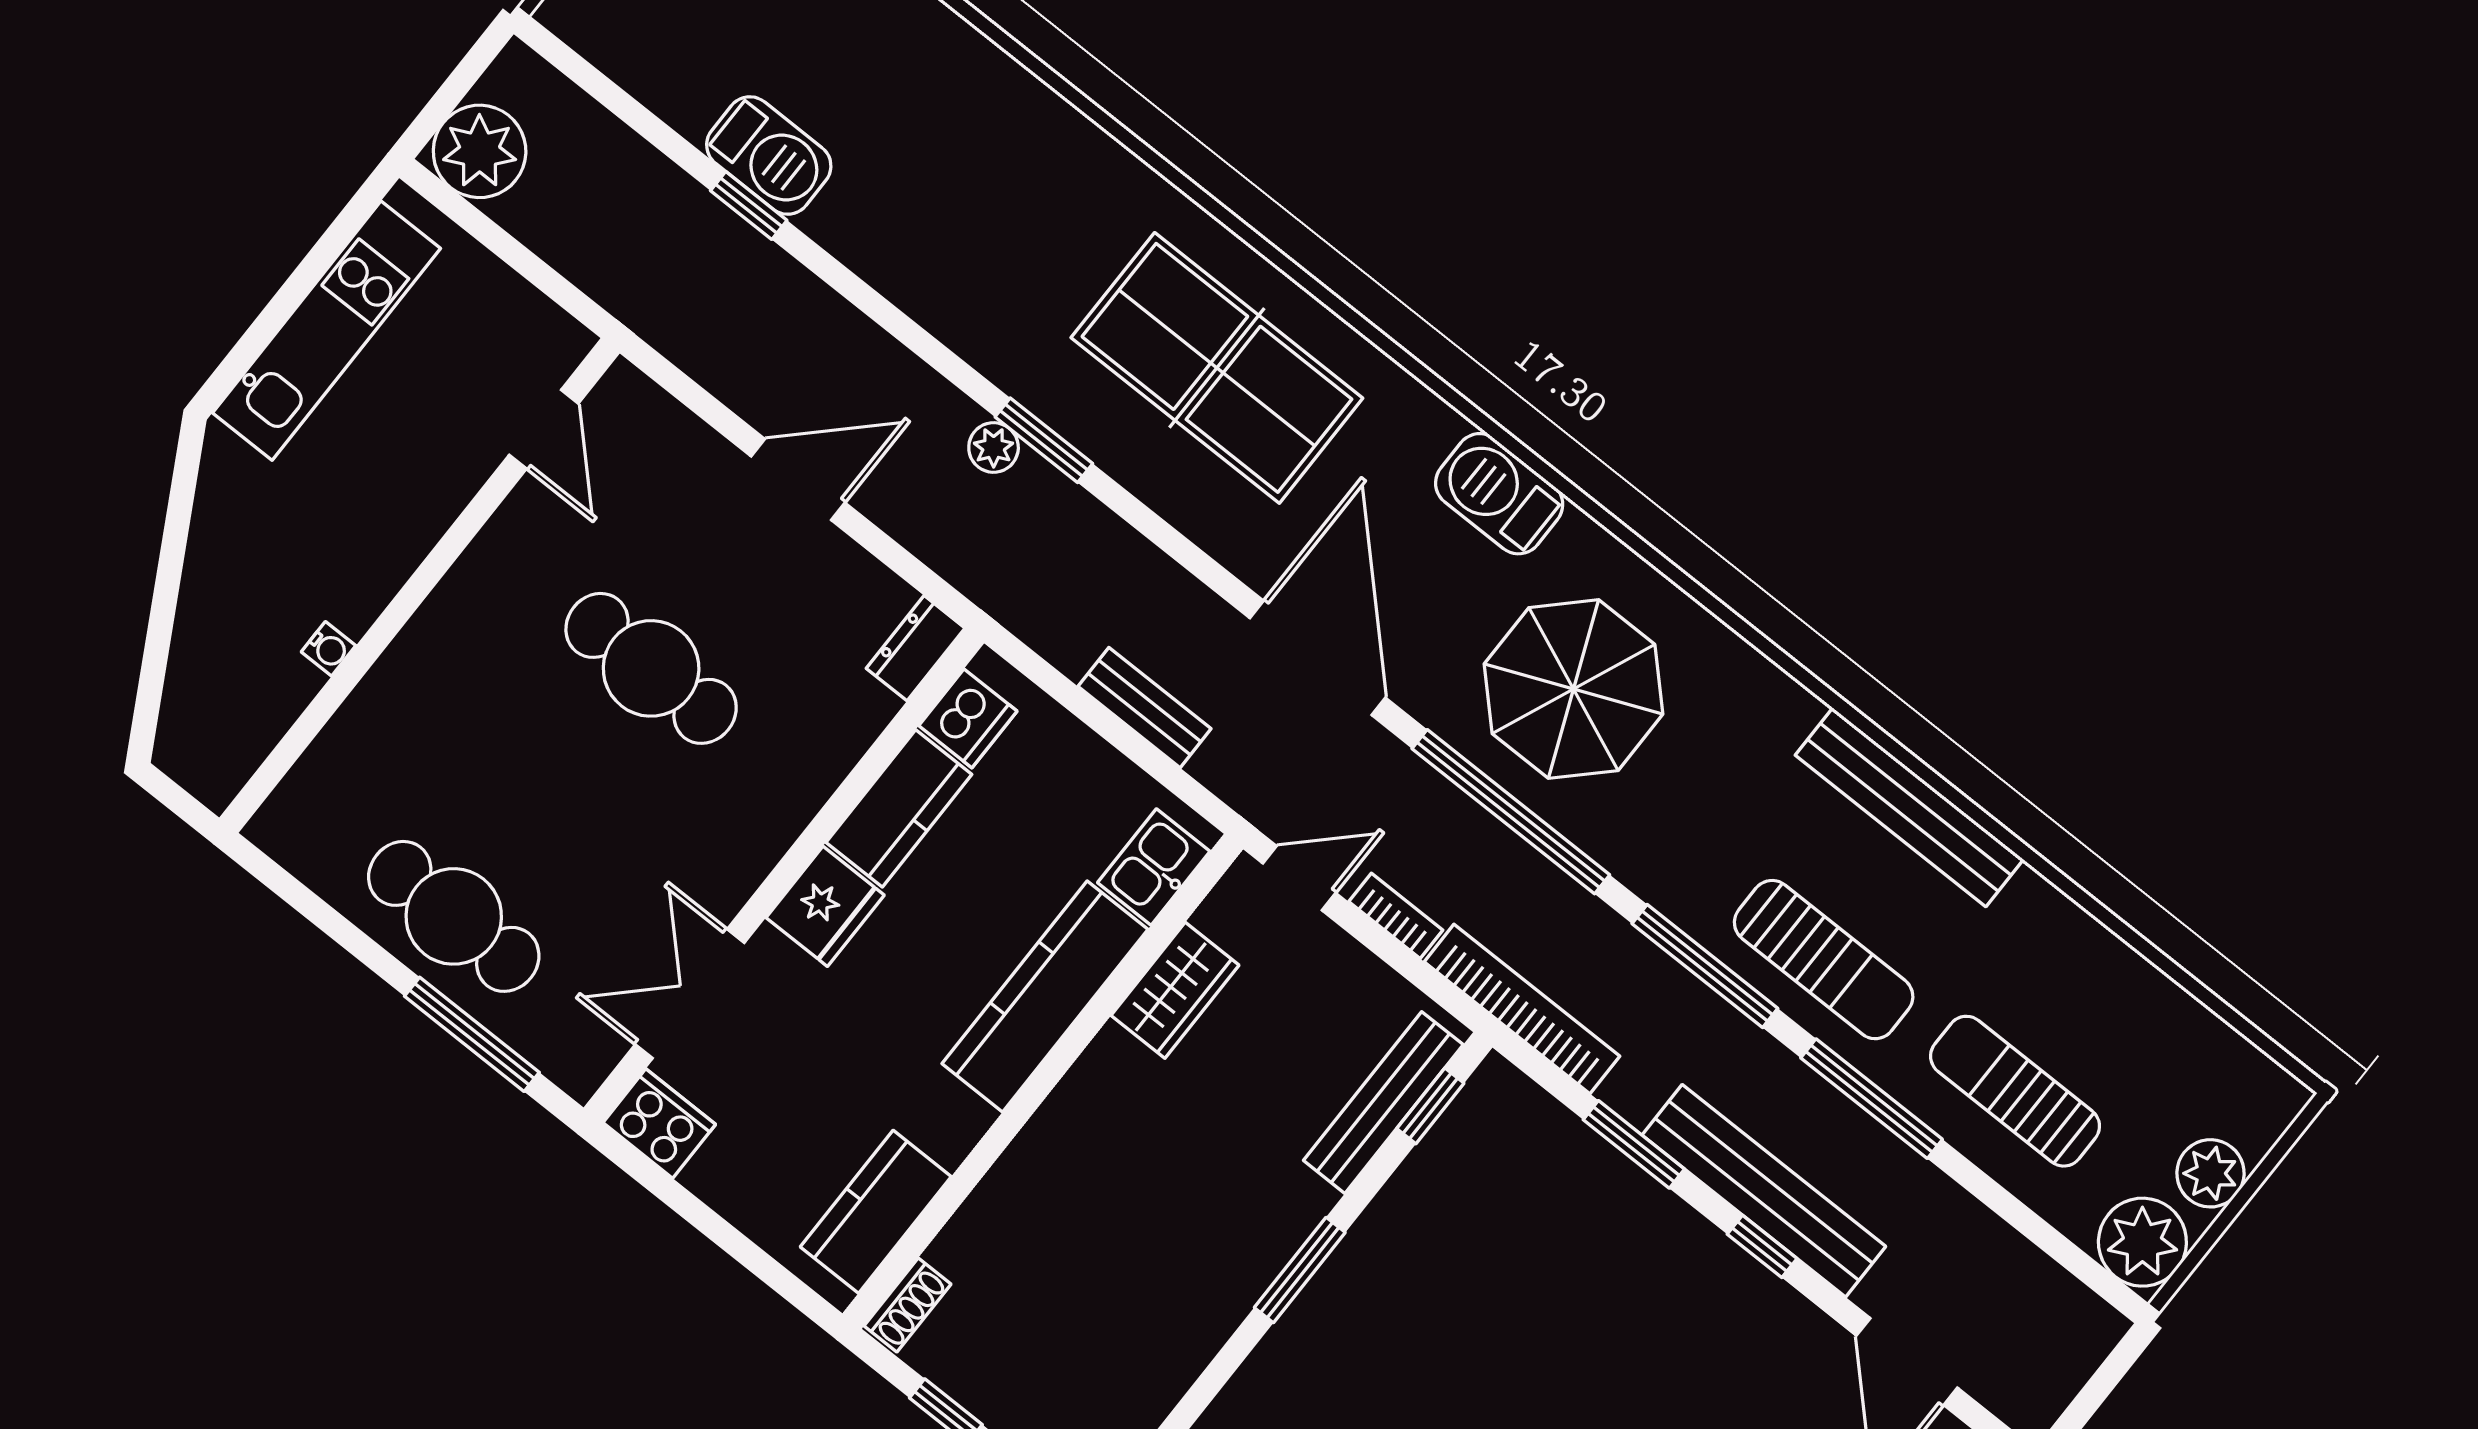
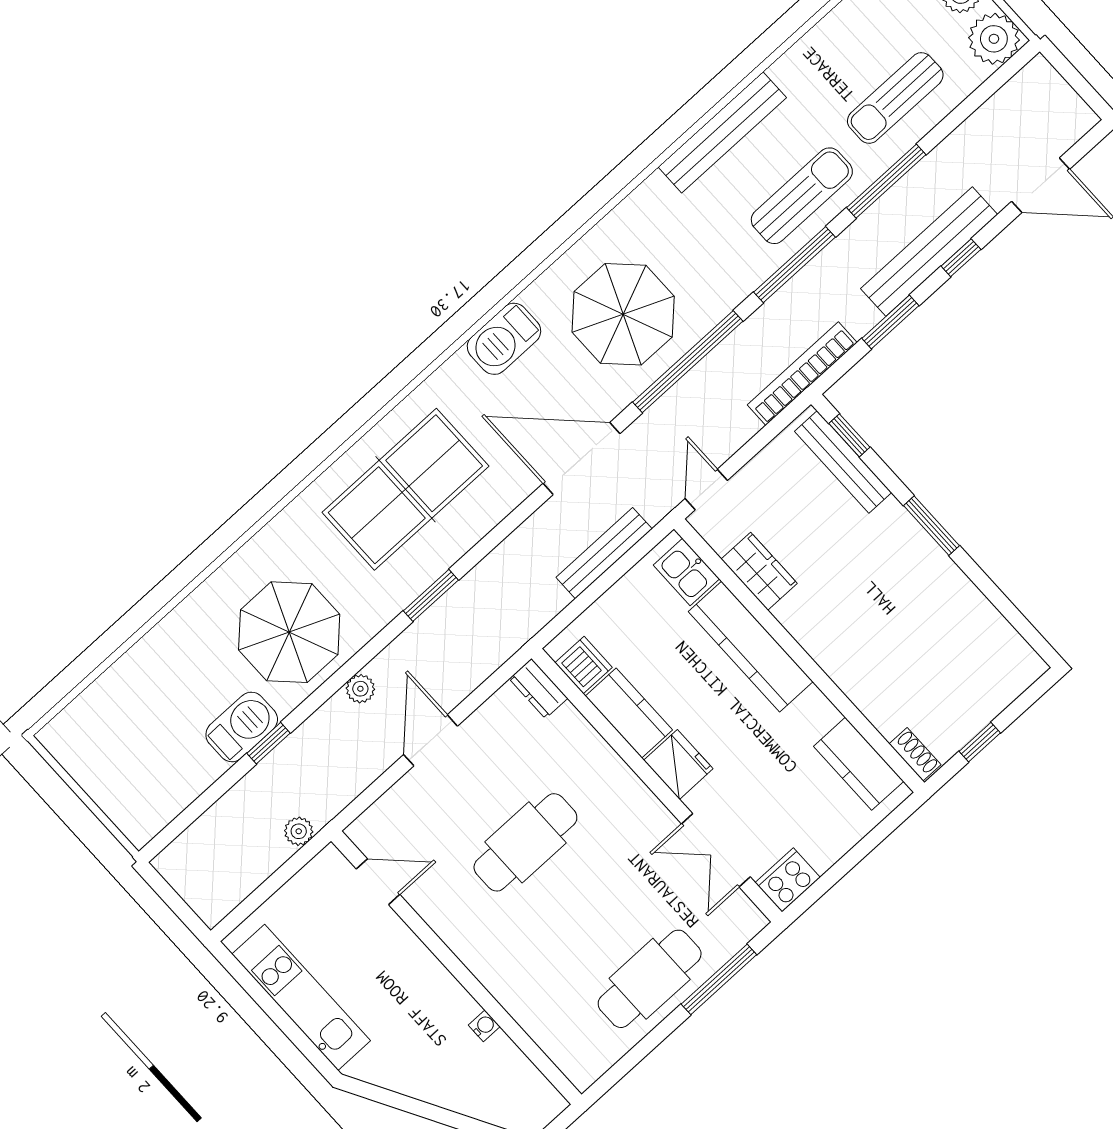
plant: (480, 151) -> (299, 831), moved, width x0.53, depth x0.53
parasol: (943, 210) -> (289, 632), added
plant: (994, 448) -> (360, 689), moved
bench: (1144, 708) -> (604, 553), width x1.36
bookcase: (1396, 916) -> (737, 438), removed

